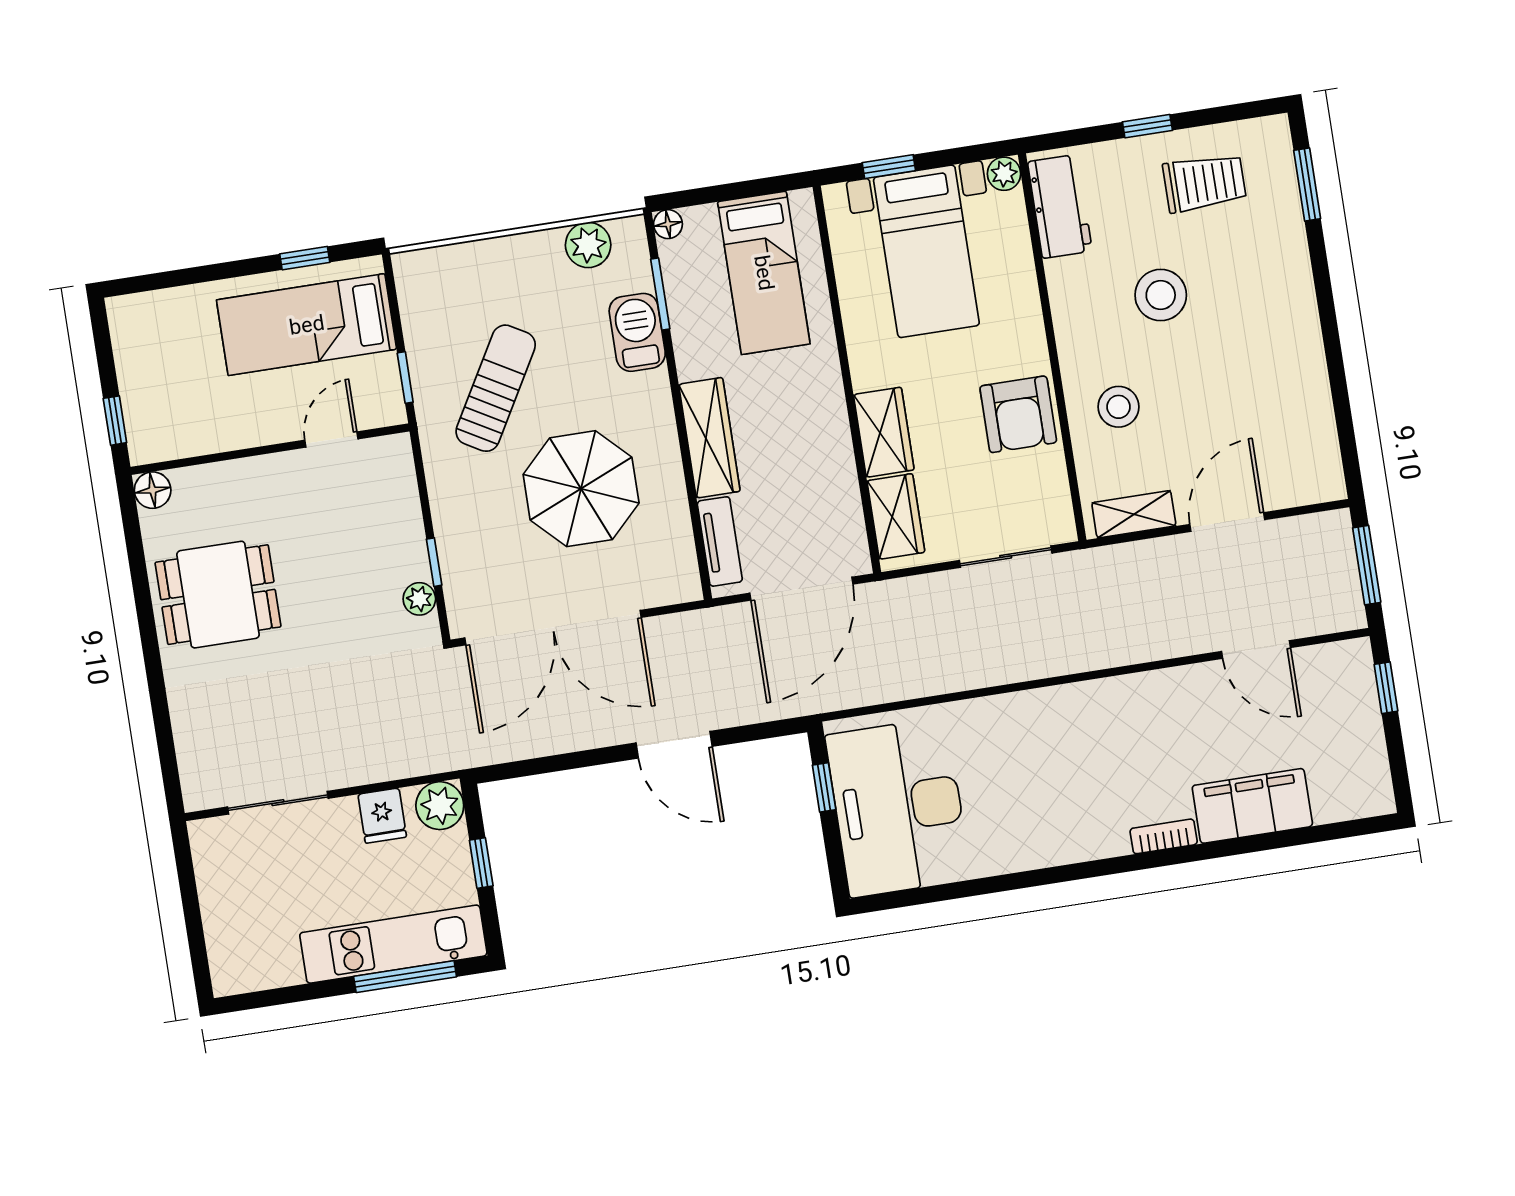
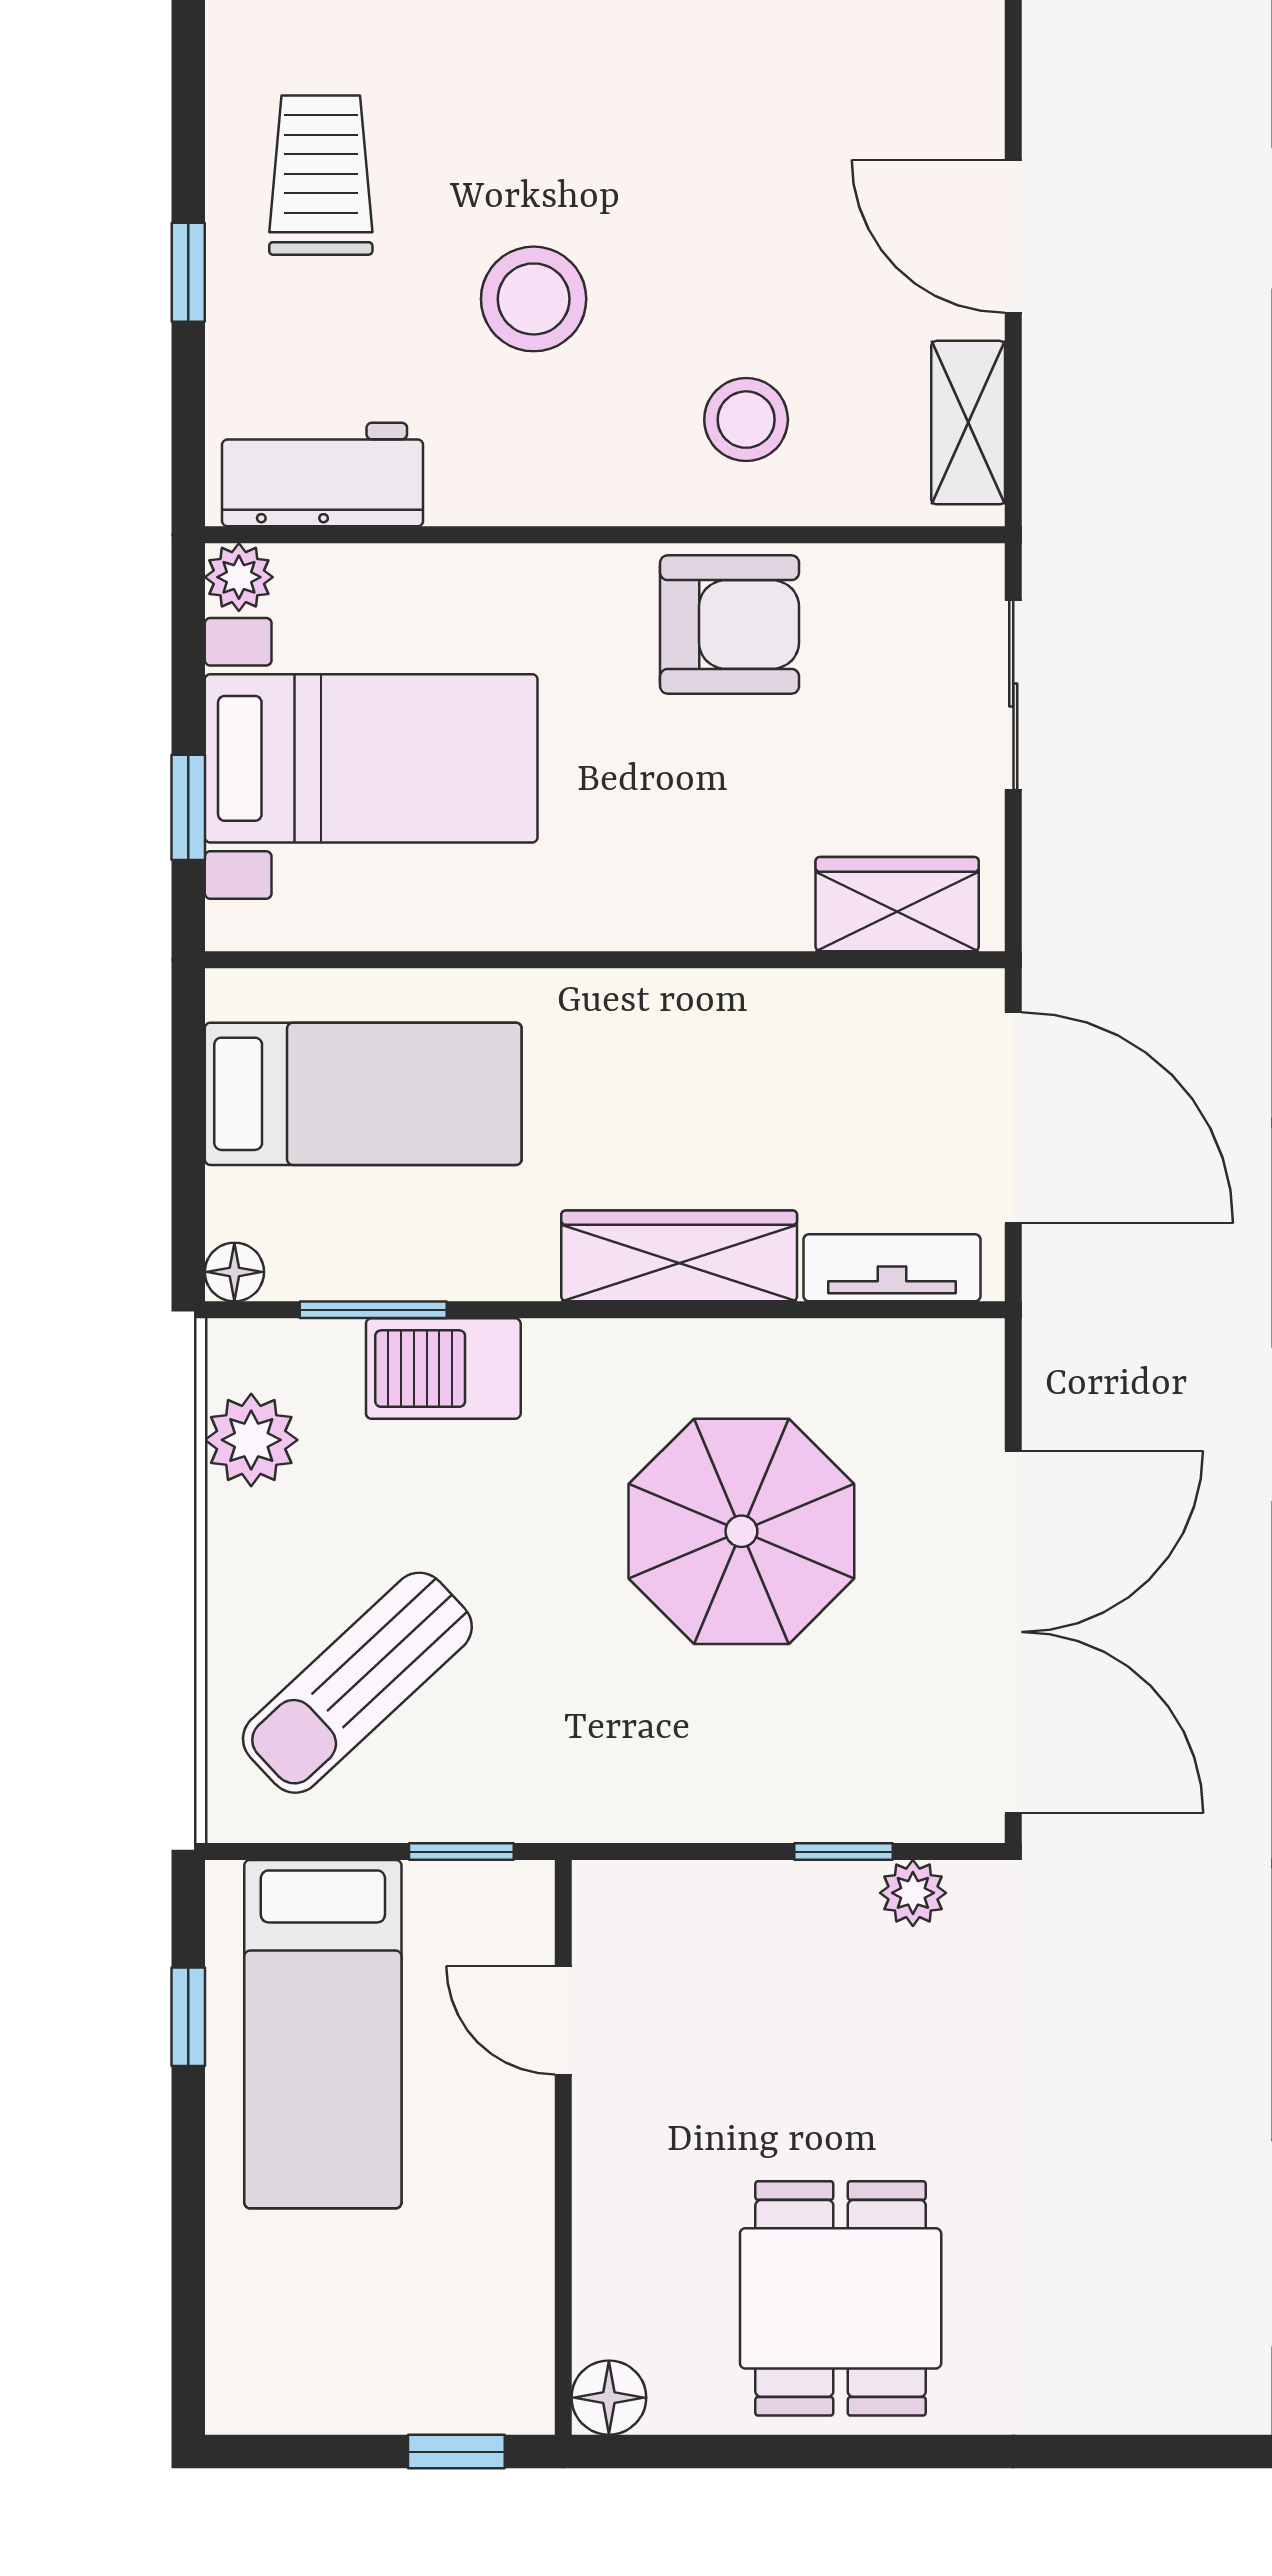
sun lounger: (496, 388) -> (357, 1683), moved, turned -73
wardrobe: (884, 432) -> (723, 902), removed

